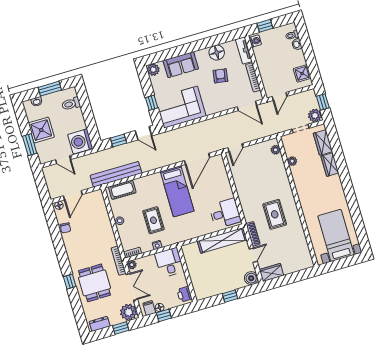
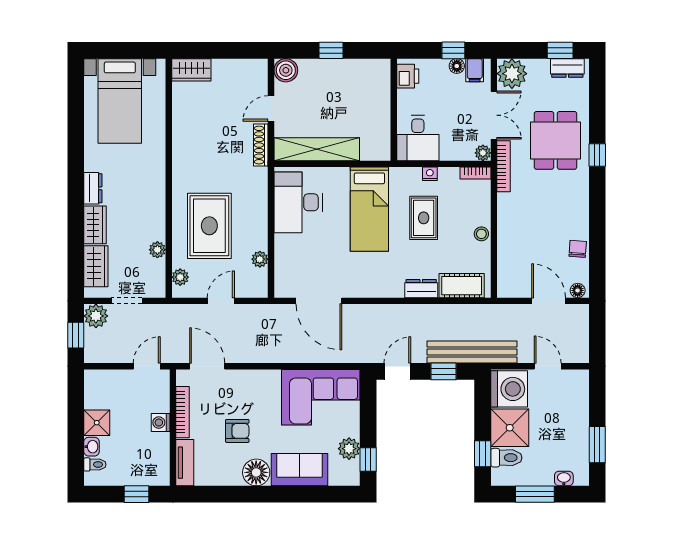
washing machine: (255, 41) -> (161, 423), moved
floor lamp: (217, 53) -> (256, 472), moved
plant: (153, 70) -> (349, 449), moved
shower: (302, 73) -> (97, 423), moved
armchair: (220, 76) -> (237, 431), turned -99
window: (84, 102) -> (483, 454), added
window: (152, 103) -> (368, 460), moved
shower: (41, 130) -> (510, 428), moved
door: (143, 133) -> (397, 371), hinge flipped
window: (30, 145) -> (597, 445), moved
door: (235, 148) -> (221, 301), moved
door: (197, 159) -> (319, 301), swing flipped
plant: (235, 172) -> (260, 259), added
bench: (116, 174) -> (472, 352), moved
dresser: (144, 182) -> (421, 289), added
dresser: (337, 184) -> (93, 188), added
bed: (177, 191) -> (369, 209), moved, turned 180
door: (73, 195) -> (549, 301), hinge flipped
desk: (225, 213) -> (298, 202), width x1.37
rug: (275, 214) -> (209, 226), moved, width x1.36, depth x1.43
wardrobe: (271, 272) -> (191, 70), moved
double door: (132, 287) -> (494, 115), swing flipped
window: (121, 328) -> (560, 50), moved

